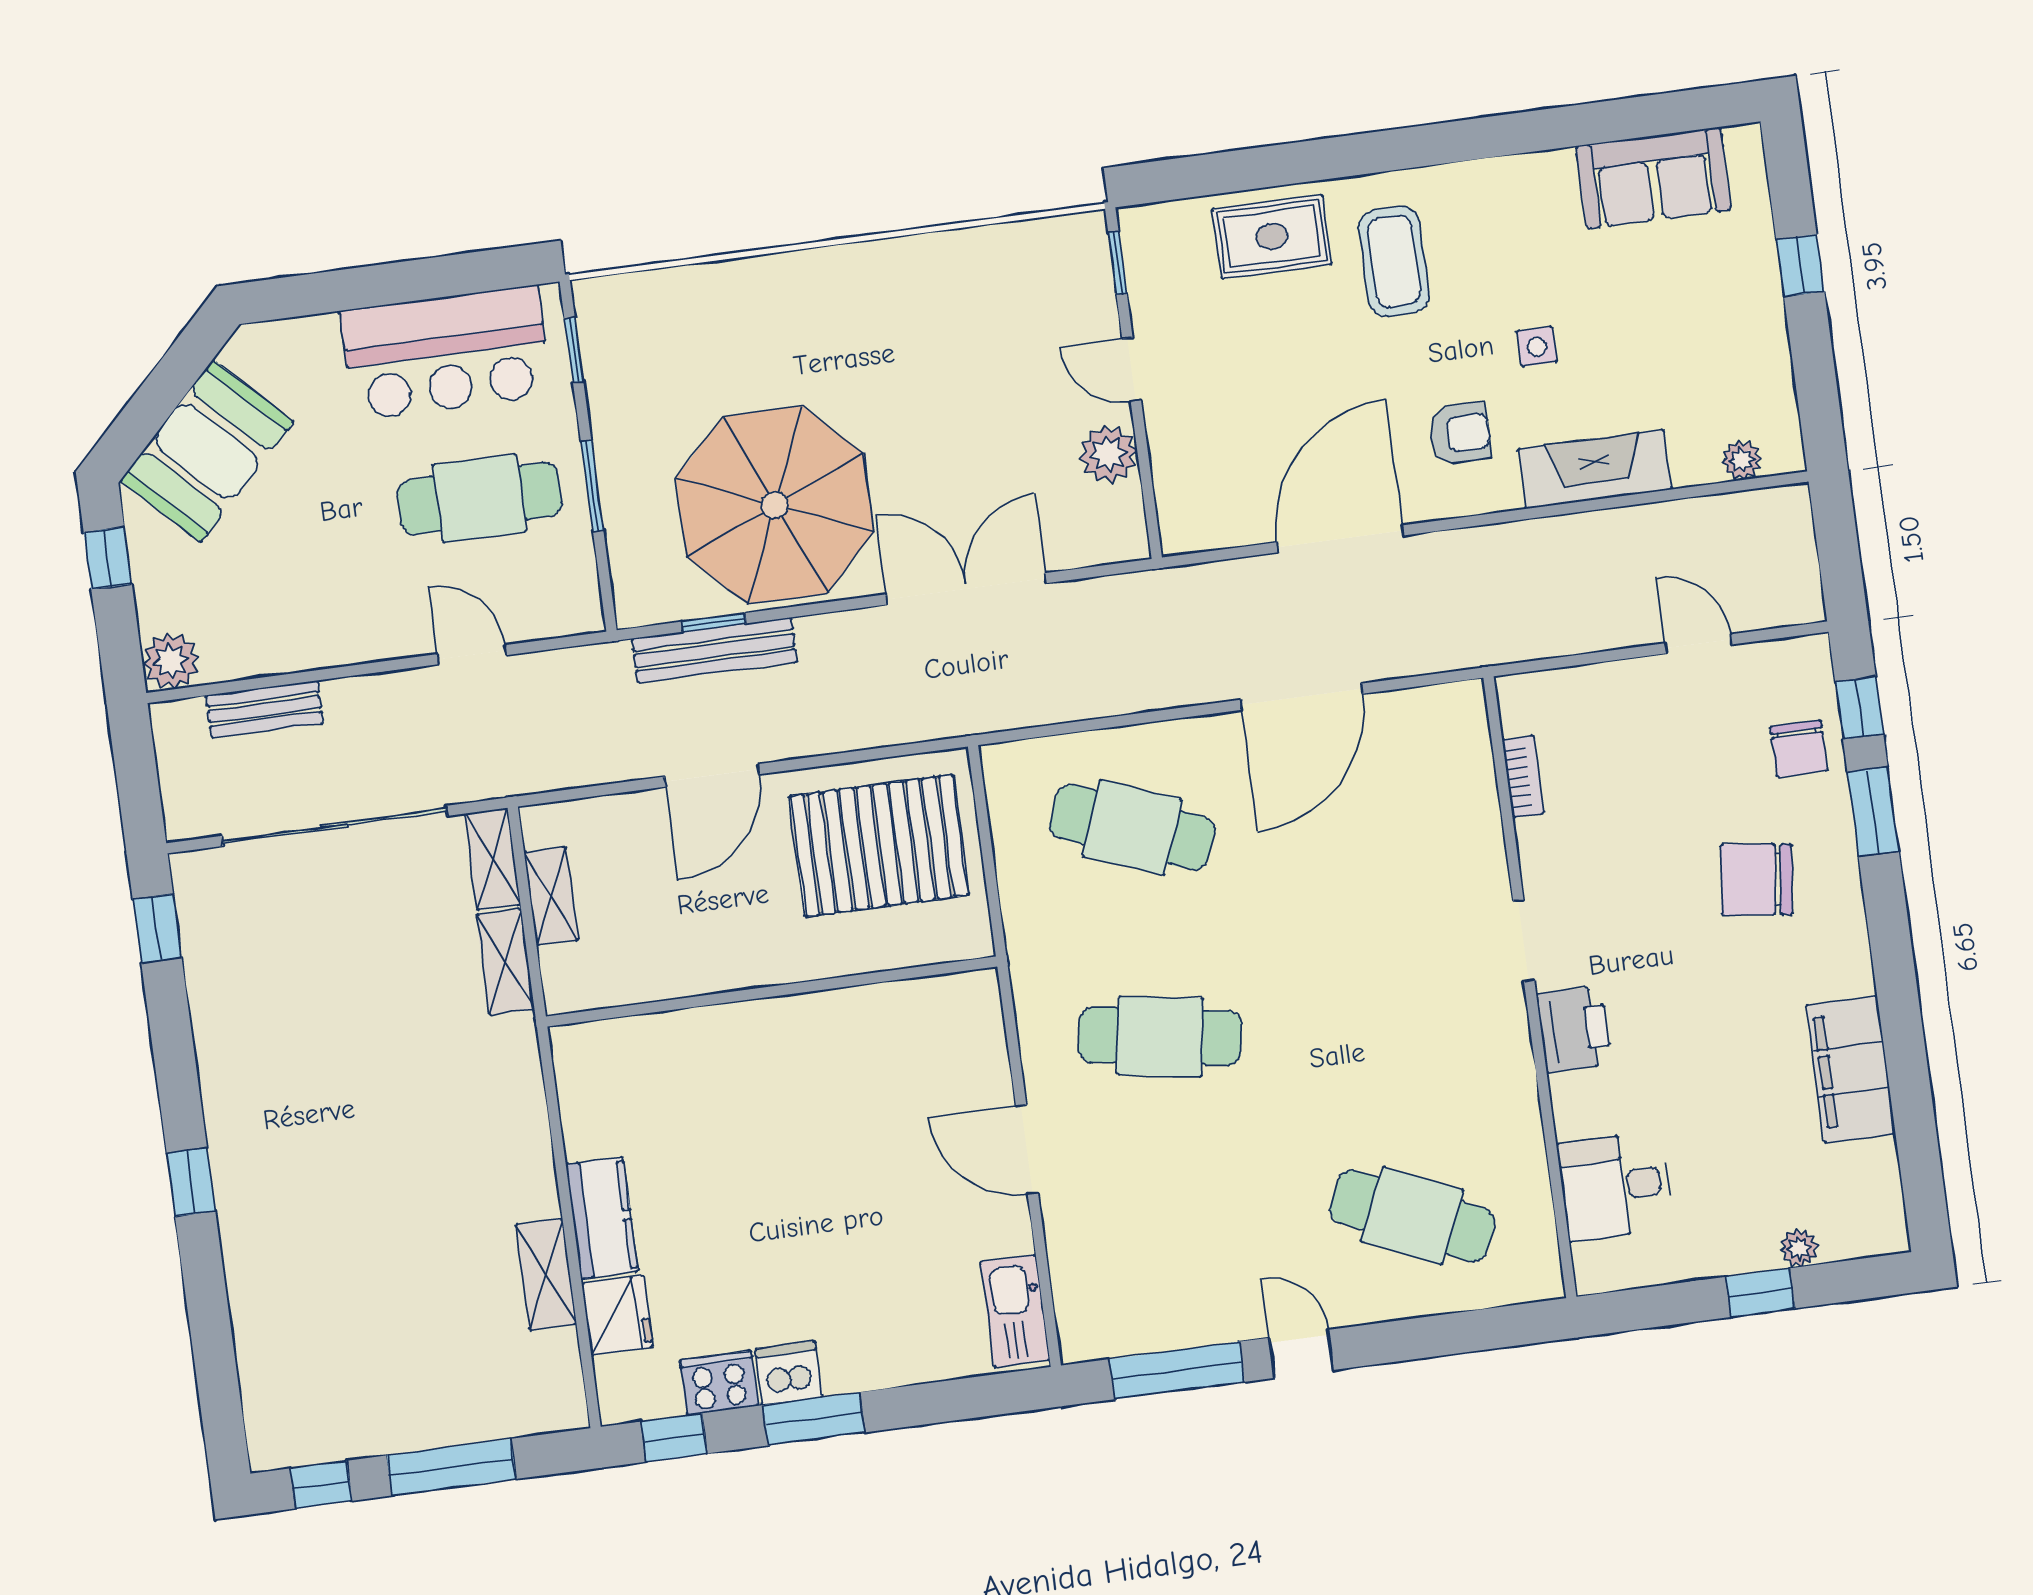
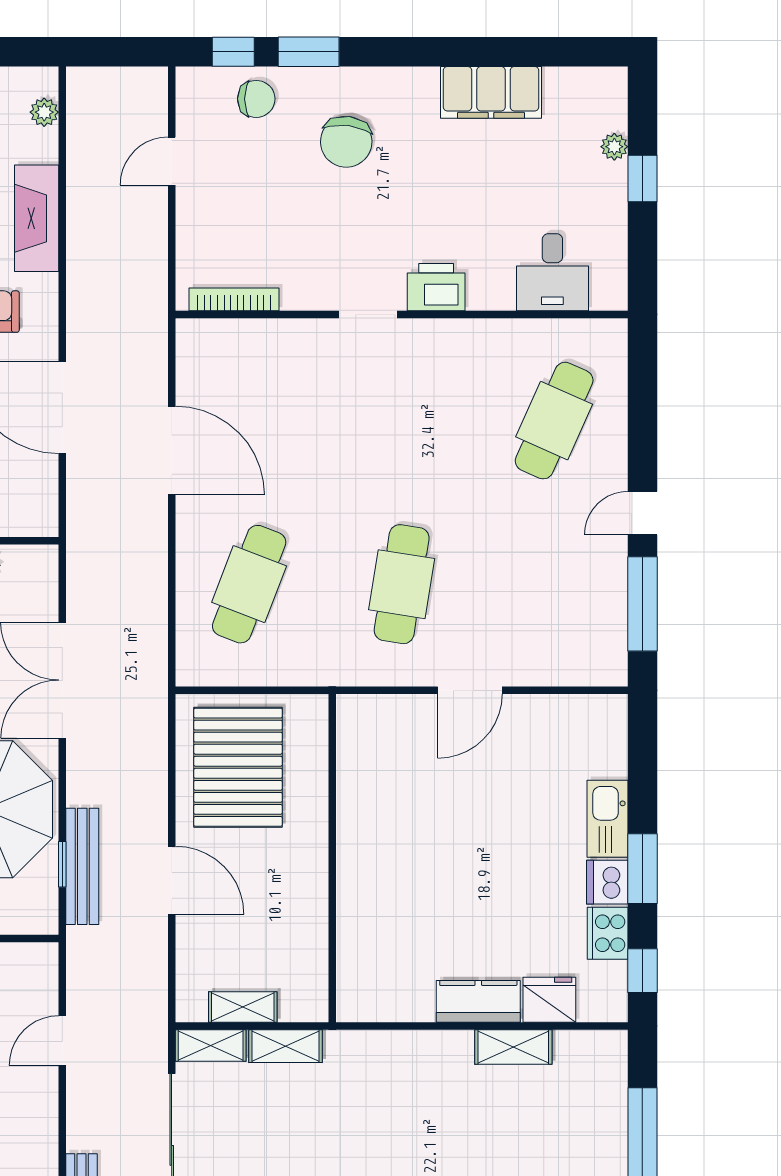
bookcase: (1523, 777) -> (234, 299), width x1.56
kitchen sink: (1015, 1311) -> (608, 819), moved, turned 90

